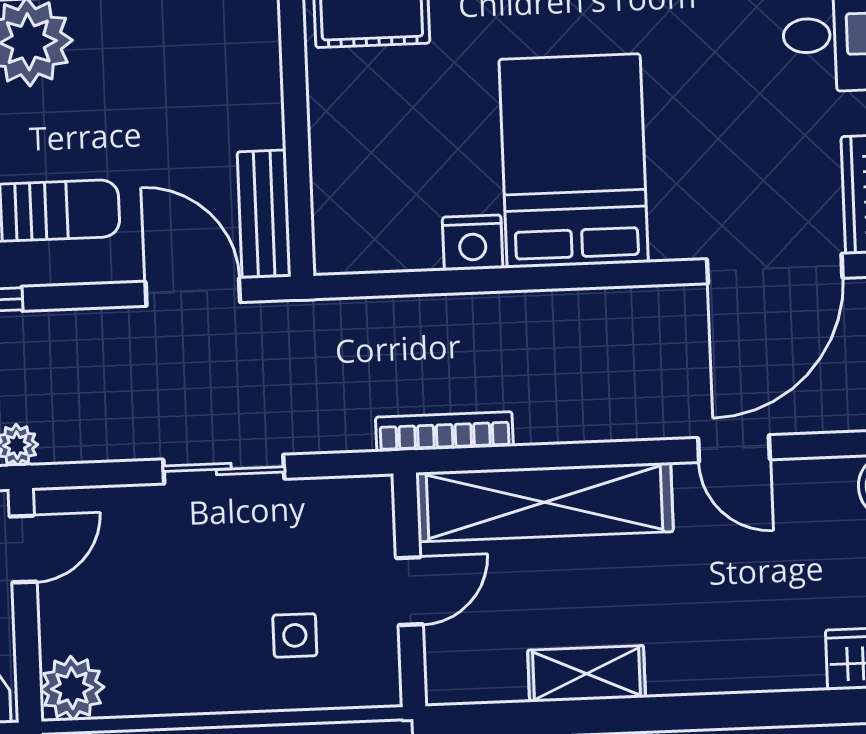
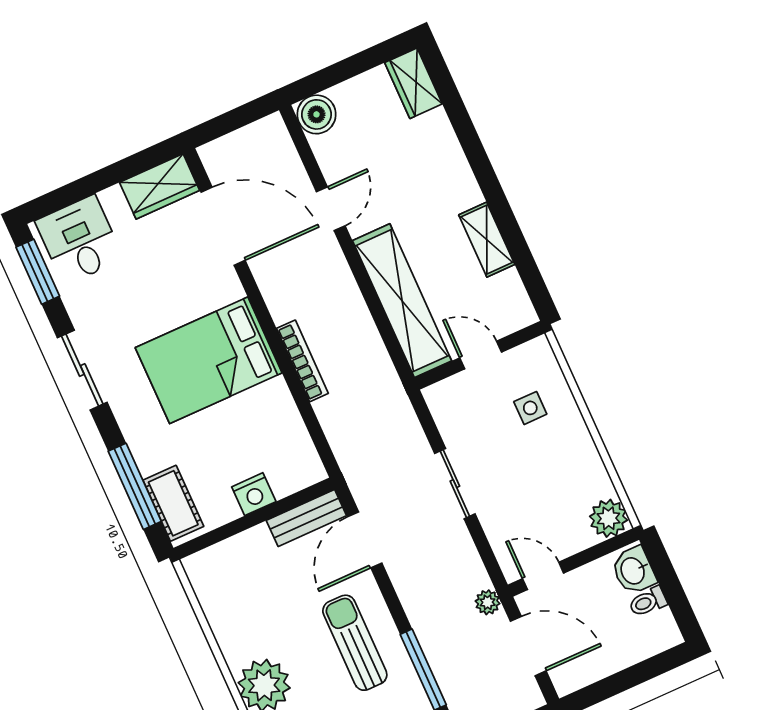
nightstand: (473, 243) -> (254, 494), moved, turned 90
bookcase: (444, 432) -> (302, 361), moved, turned 180

